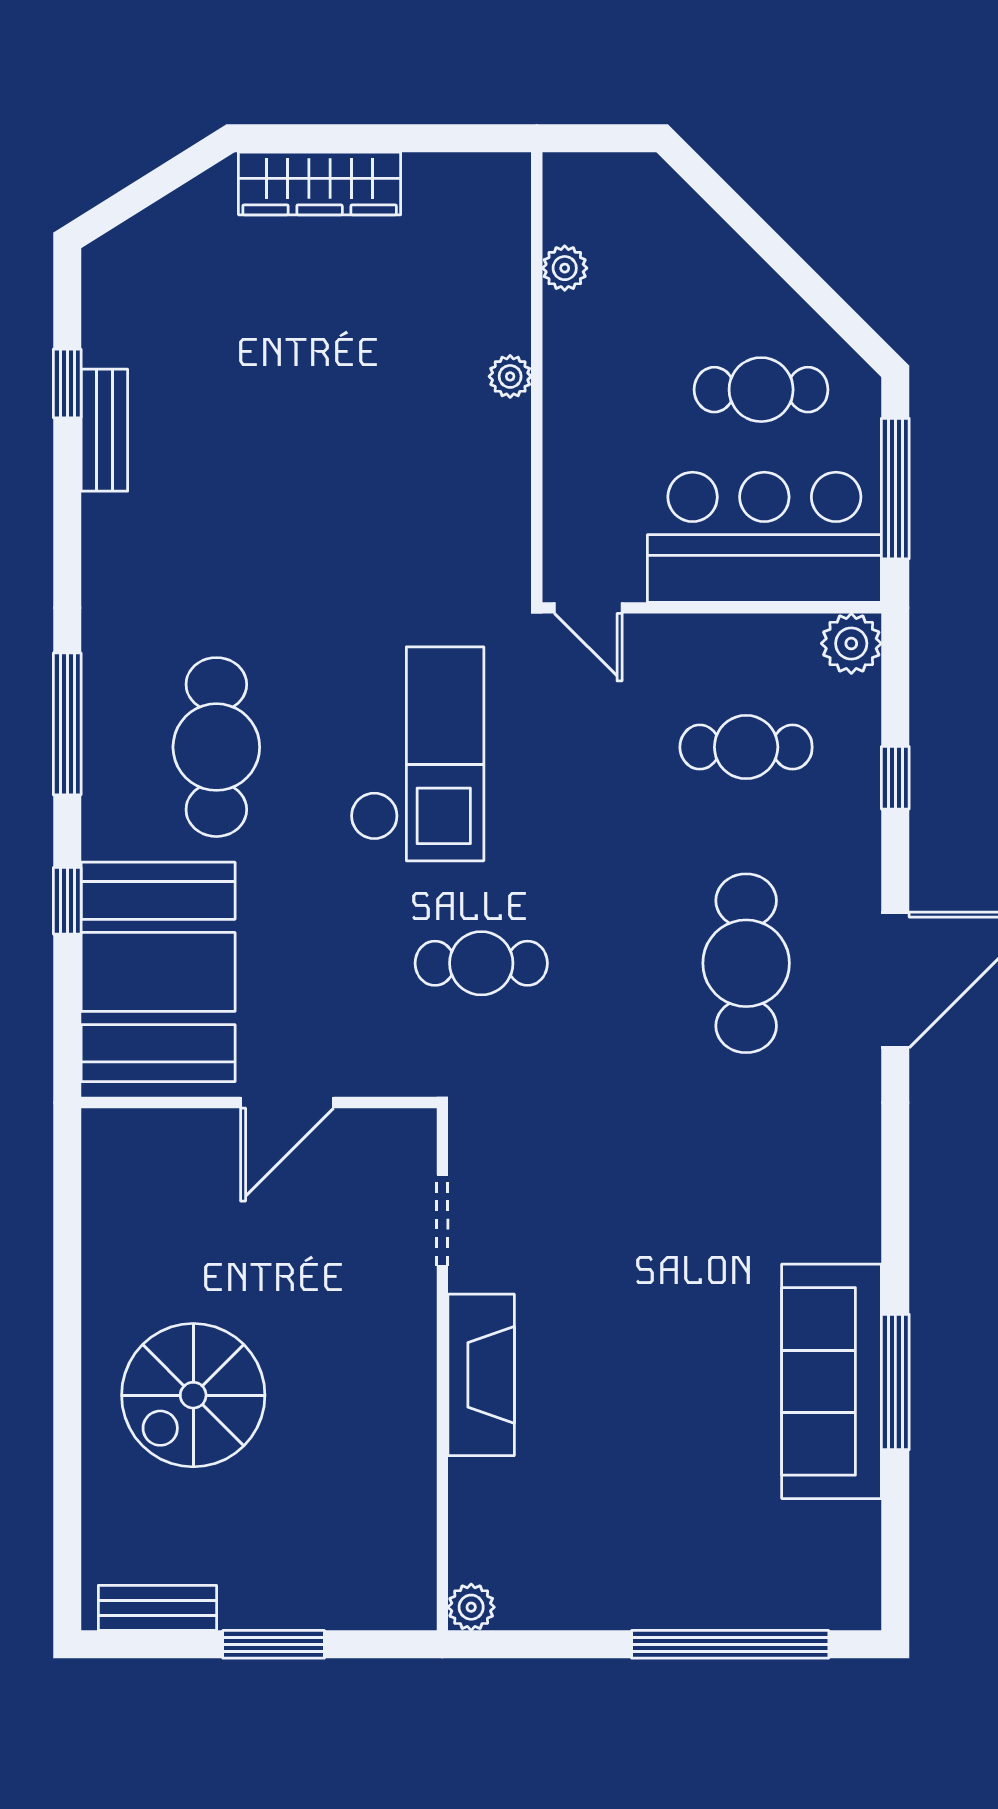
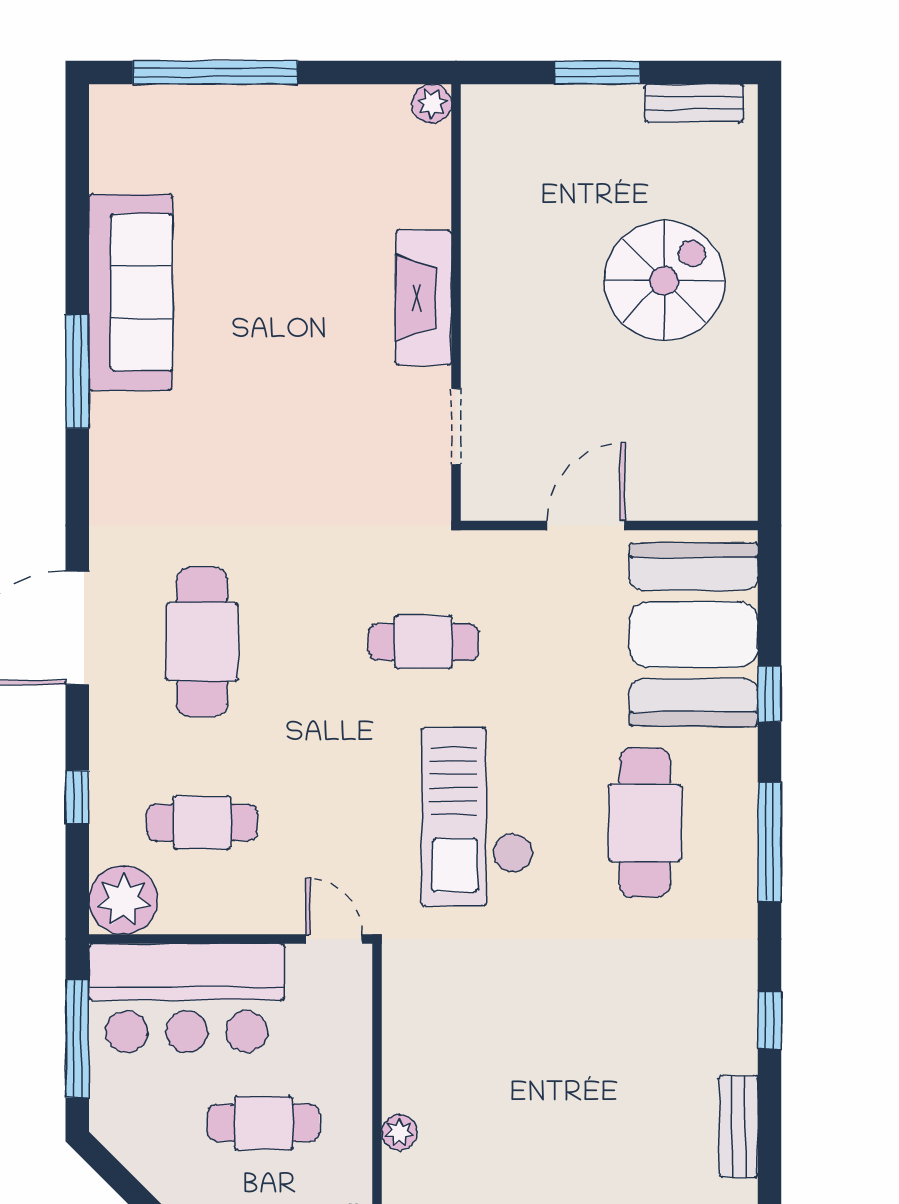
window: (67, 383) -> (770, 1020), moved
cafe table: (761, 390) -> (263, 1123), moved
bench: (104, 430) -> (738, 1126), moved
plant: (851, 643) -> (123, 900), width x1.36, depth x1.36
window: (895, 1382) -> (77, 371), moved

